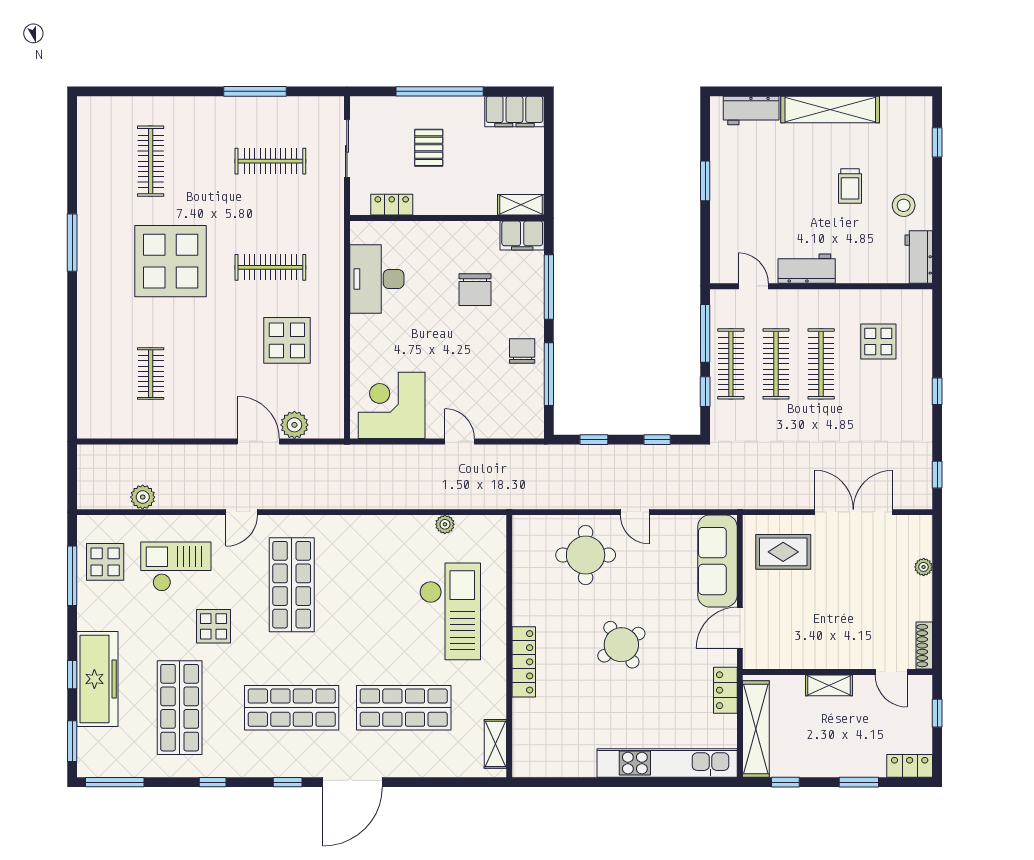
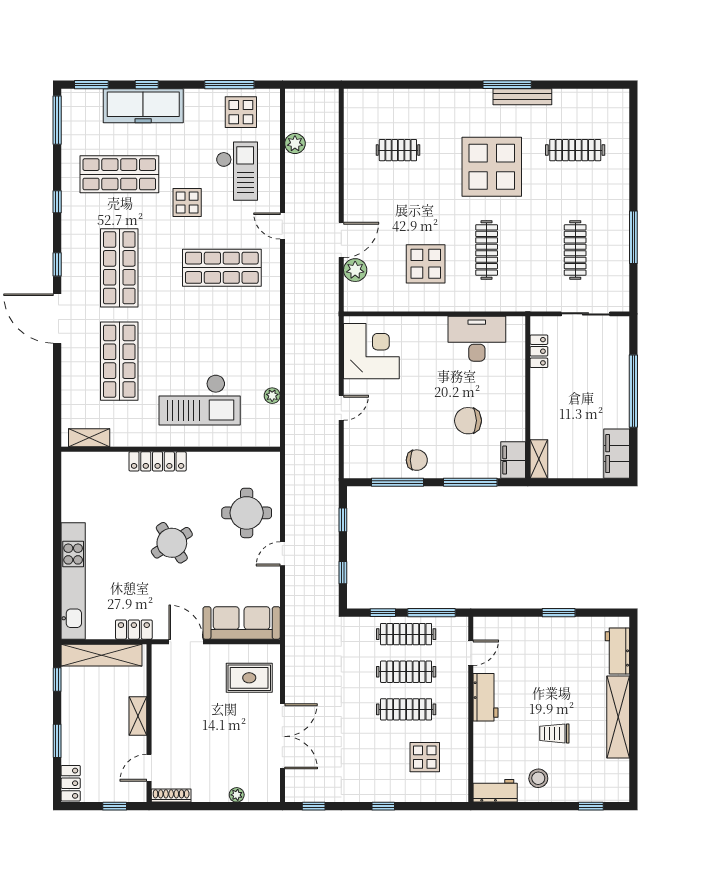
pallet: (429, 148) -> (586, 382), removed
bench: (87, 224) -> (522, 97), added
rug: (783, 552) -> (249, 678), turned 90

